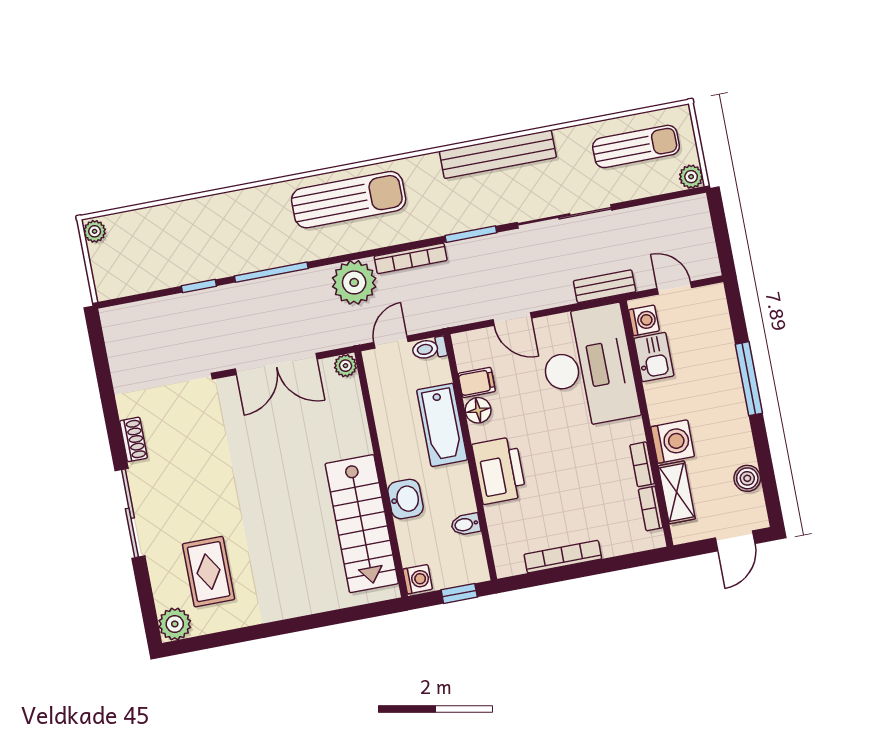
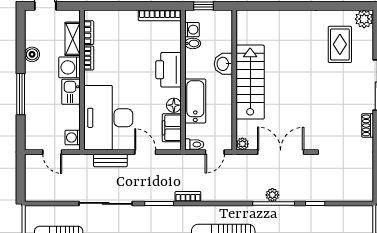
plant: (691, 177) -> (31, 212), removed
bookcase: (411, 258) -> (188, 196), width x0.64
plant: (354, 282) -> (272, 195), moved, width x0.53, depth x0.53
bench: (605, 286) -> (110, 160), moved
kitchen sink: (654, 357) -> (71, 92), moved
filing cabinet: (477, 382) -> (172, 128), width x2.00
boiler: (747, 478) -> (32, 54), moved
stairs: (362, 524) -> (250, 82), moved
bookcase: (563, 557) -> (160, 15), moved
washing machine: (418, 579) -> (192, 30), moved, turned 180

